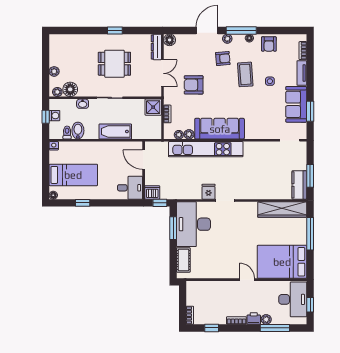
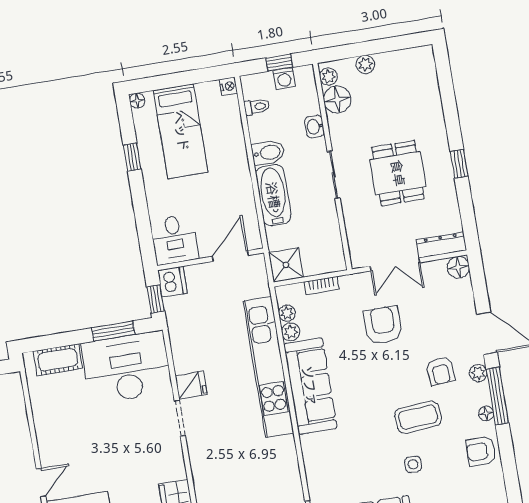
shower: (153, 107) -> (286, 265), moved
bidet: (78, 131) -> (268, 153), moved

